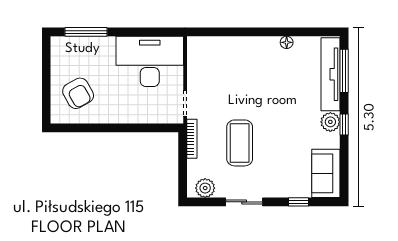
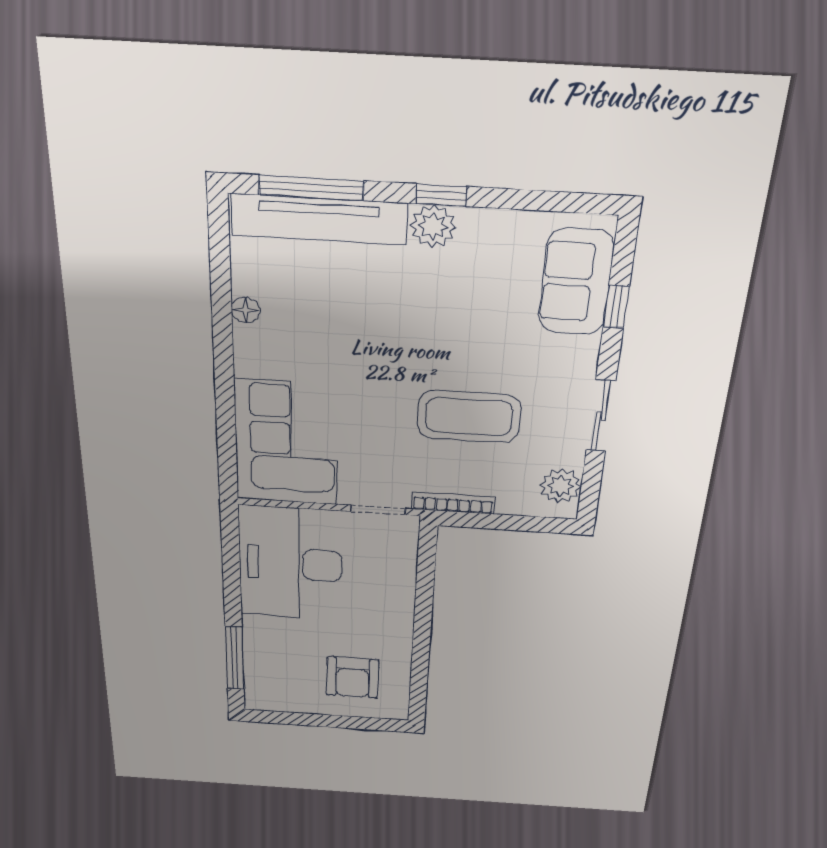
corner sofa: (220, 60) -> (286, 443), added
armchair: (78, 93) -> (352, 678), turned 119
sofa: (326, 173) -> (576, 282), moved, turned 90

